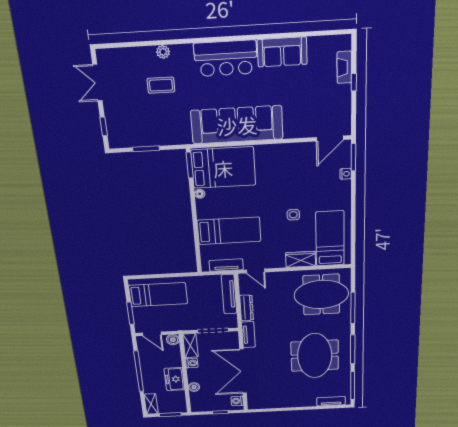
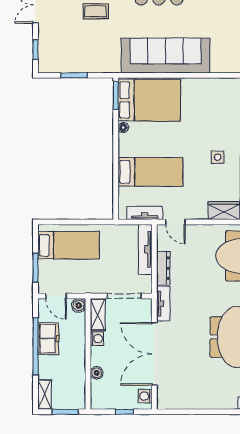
freezer: (174, 379) -> (48, 339), moved, turned 180

